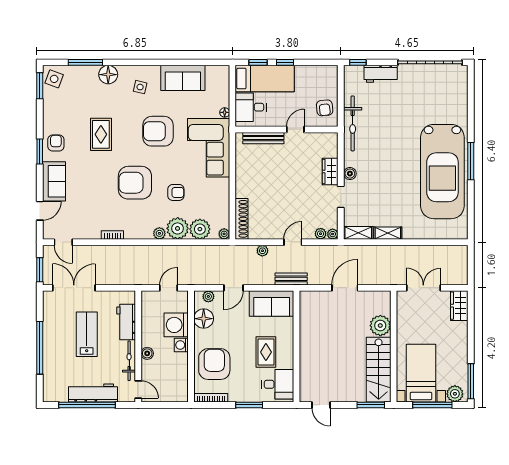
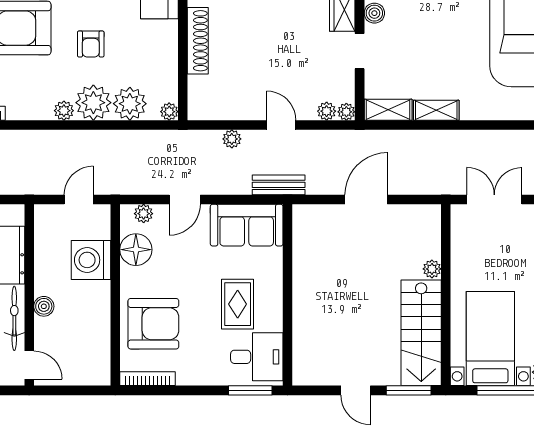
armchair: (176, 192) -> (91, 44), turned 90
shoe rack: (242, 219) -> (198, 41), moved
door: (293, 242) -> (281, 125), hinge flipped
plant: (380, 326) -> (432, 269), width x0.53, depth x0.53
washing machine: (181, 345) -> (99, 293), removed
armchair: (214, 364) -> (153, 324), turned 90
window: (249, 405) -> (250, 390), moved
door: (321, 405) -> (356, 390), moved

